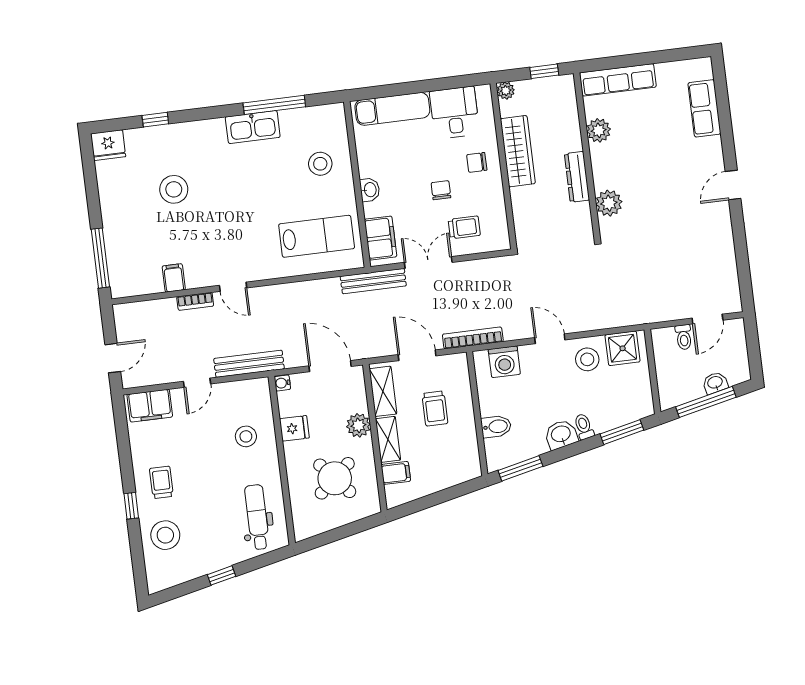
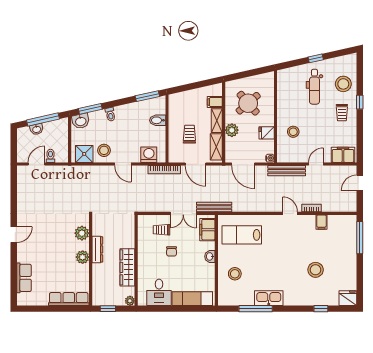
plant: (599, 130) -> (83, 257), moved
chair: (477, 162) -> (150, 264), removed
washbasin: (561, 435) -> (81, 121), moved
dental chair: (257, 517) -> (314, 87), moved

